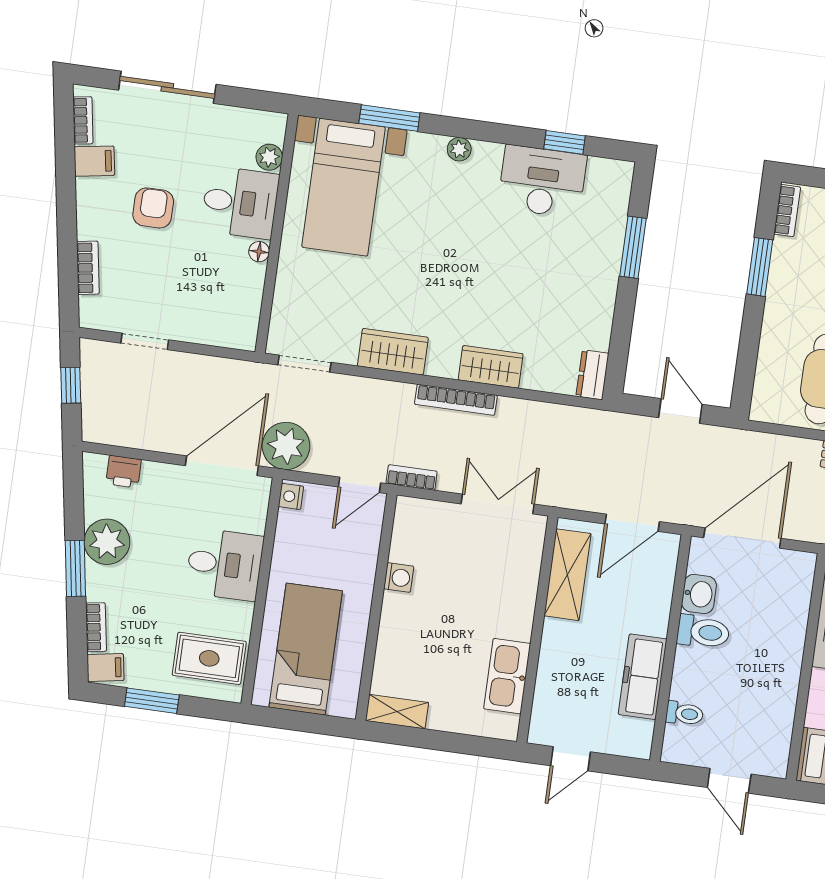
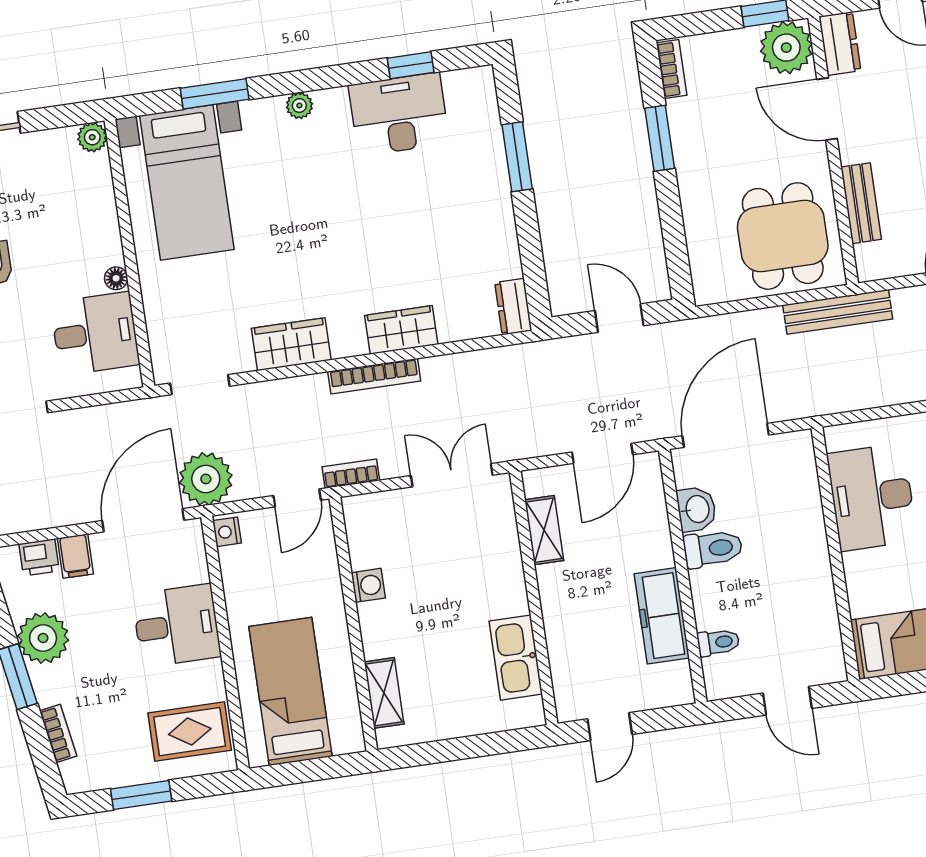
plant: (269, 157) -> (92, 137), moved
desk: (240, 203) -> (95, 333), moved
shelving: (568, 575) -> (544, 530), width x0.67, depth x0.75
filing cabinet: (105, 668) -> (75, 556), moved, turned 99
shelving: (397, 712) -> (384, 693), moved, turned 90

